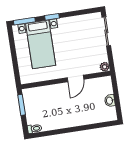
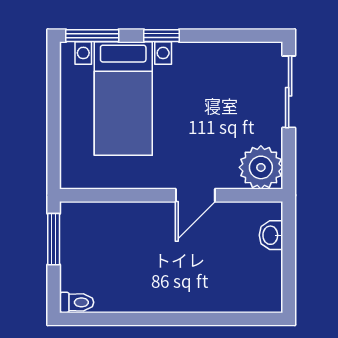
plant: (105, 67) -> (261, 167), width x1.87, depth x1.87
washbasin: (110, 101) -> (271, 235), moved

